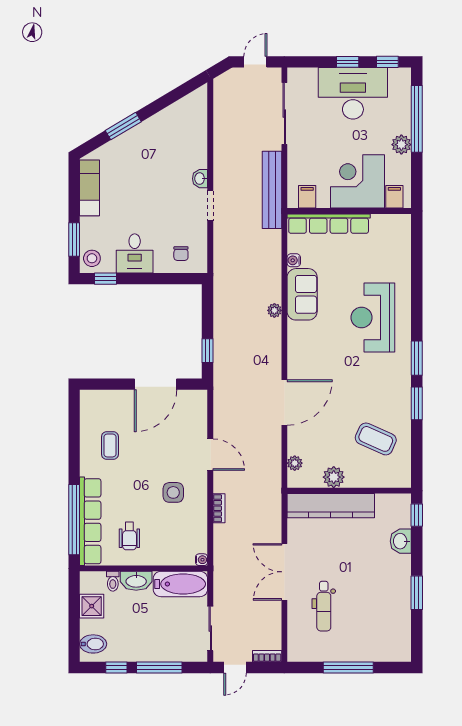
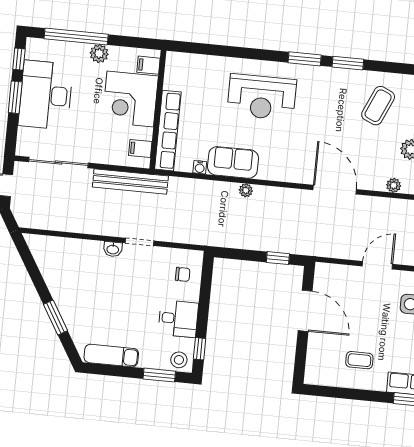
window: (348, 62) -> (15, 97), width x1.50

